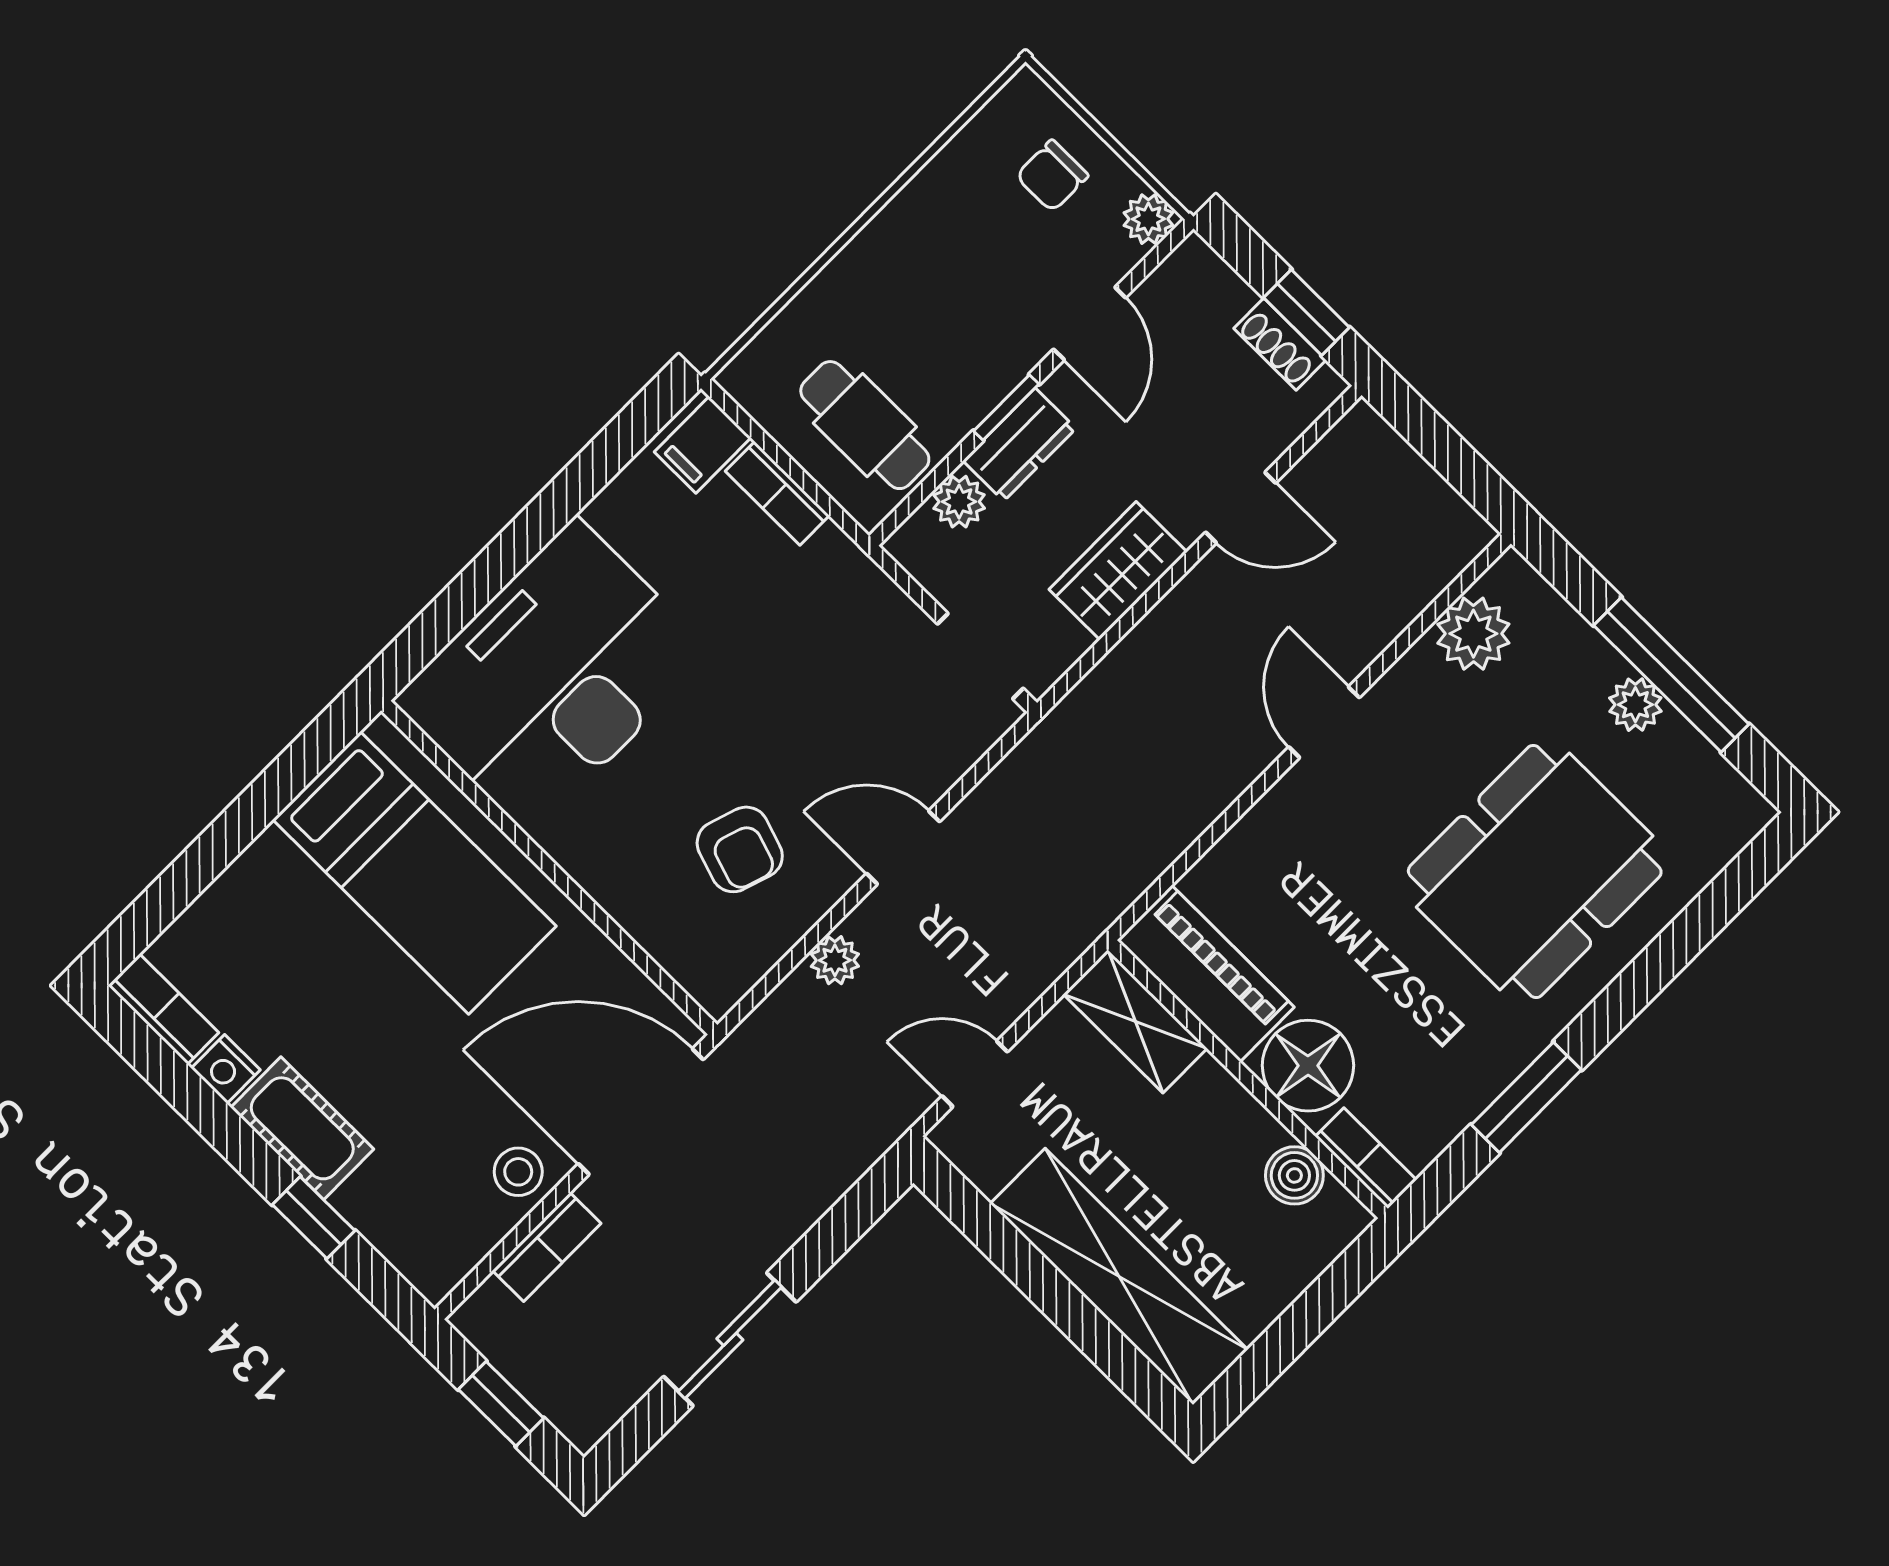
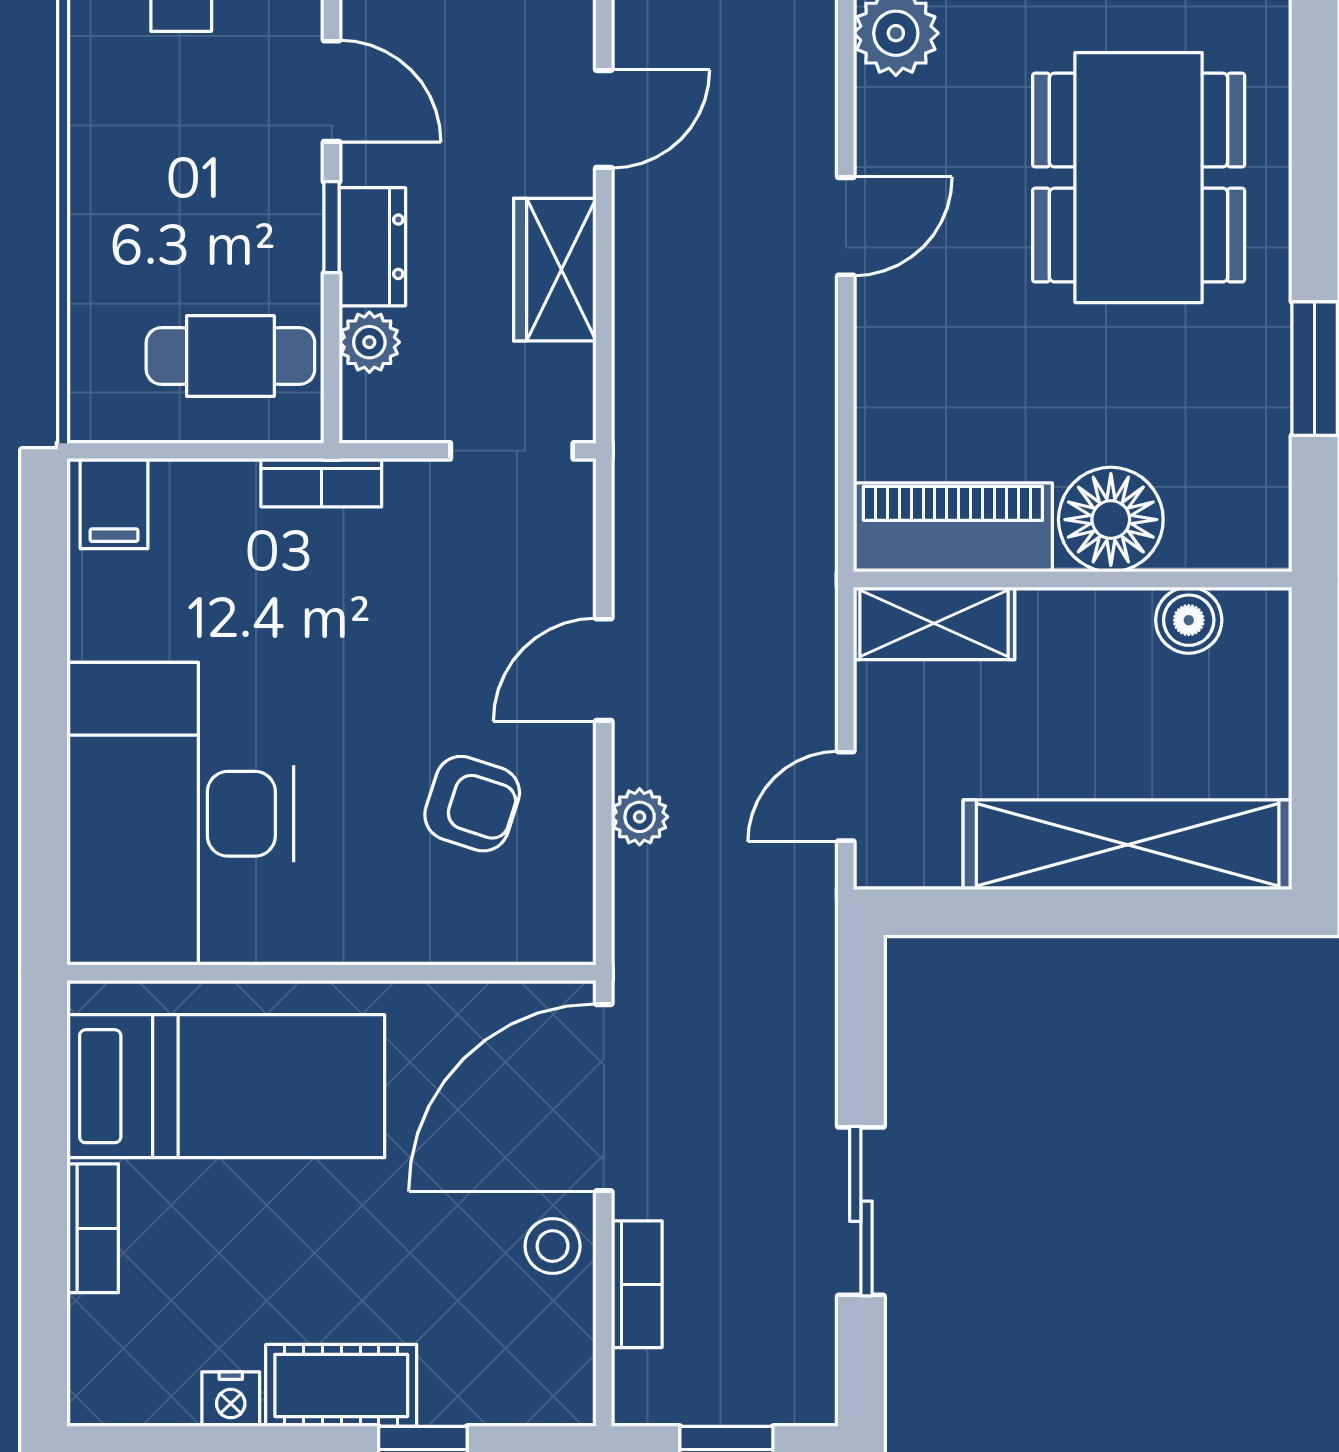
bookcase: (777, 493) -> (321, 483), moved
door: (1324, 722) -> (846, 226), swing flipped
bookcase: (163, 1009) -> (93, 1228), moved, turned 90
bookcase: (1366, 1158) -> (1233, 548), removed

